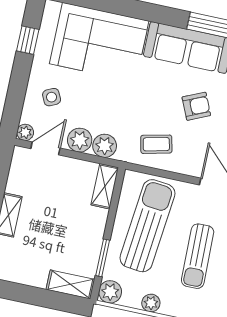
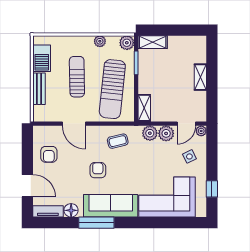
armchair: (196, 106) -> (98, 170), turned 114

